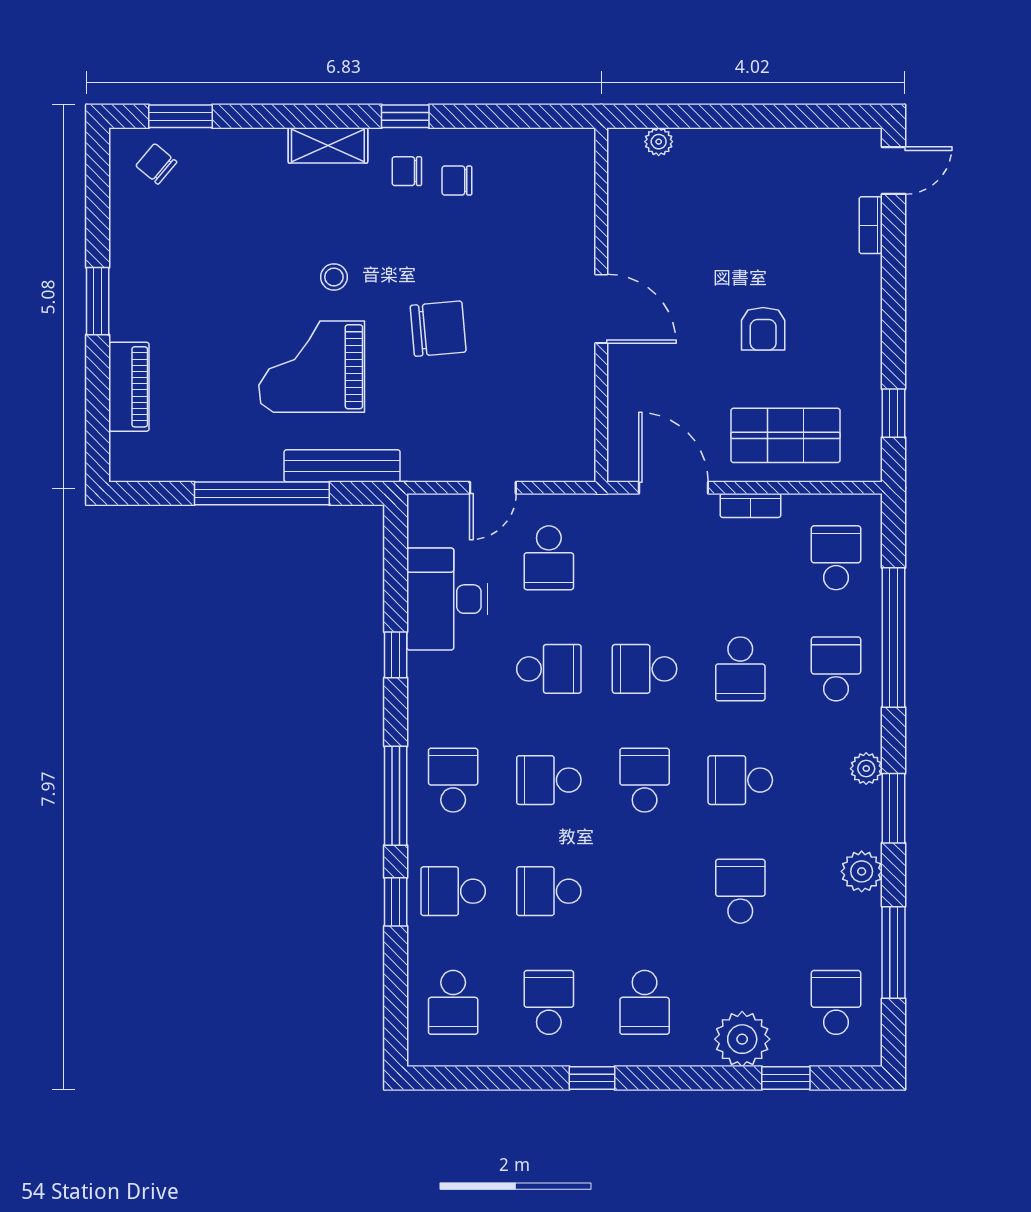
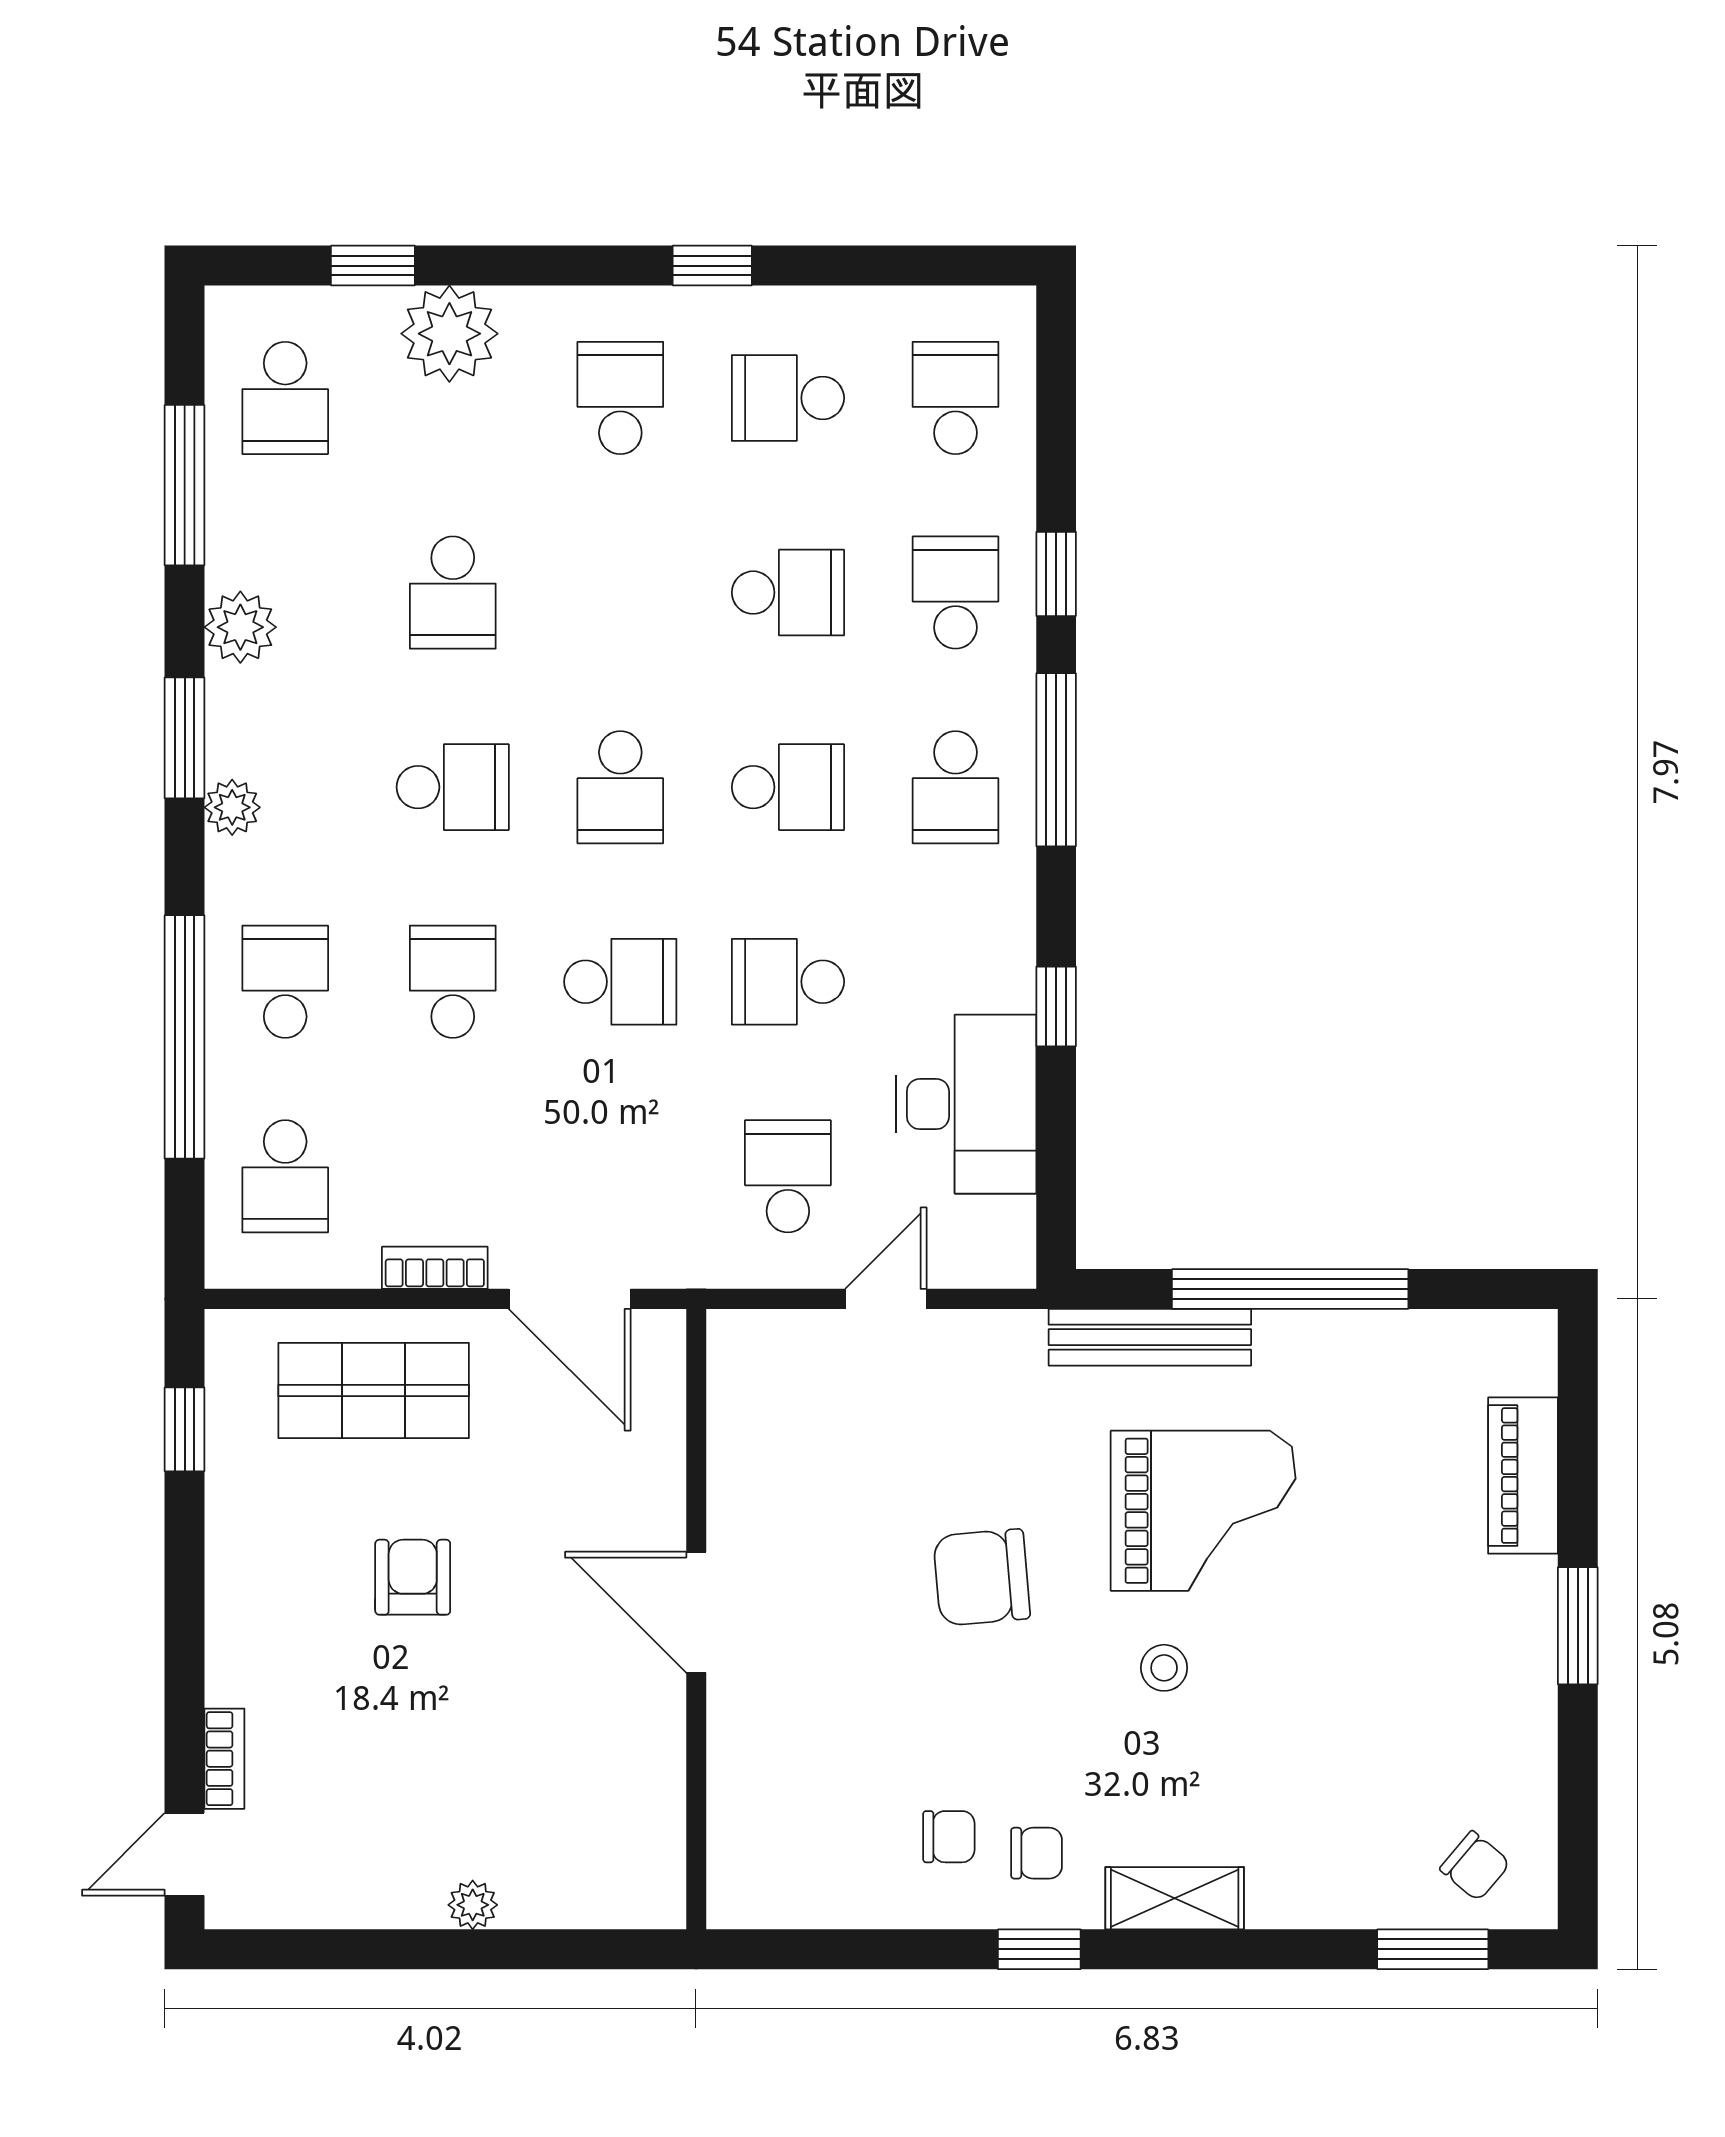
plant: (659, 142) -> (473, 1905), moved
school desk: (836, 669) -> (285, 982), turned 180
school desk: (453, 891) -> (955, 593), turned -90
school desk: (549, 1002) -> (788, 398), turned 90

